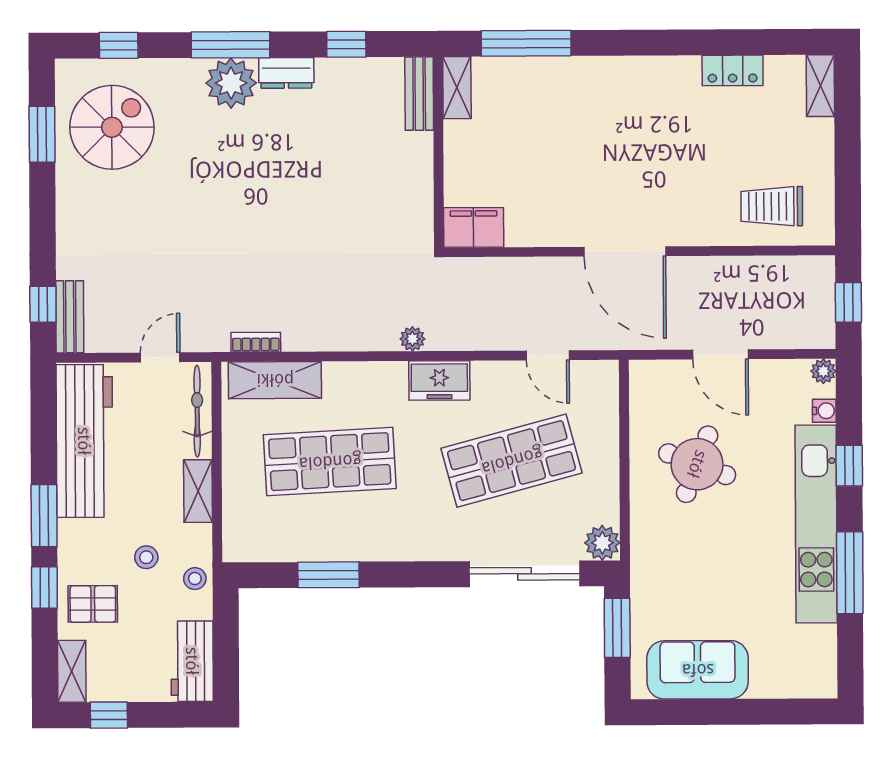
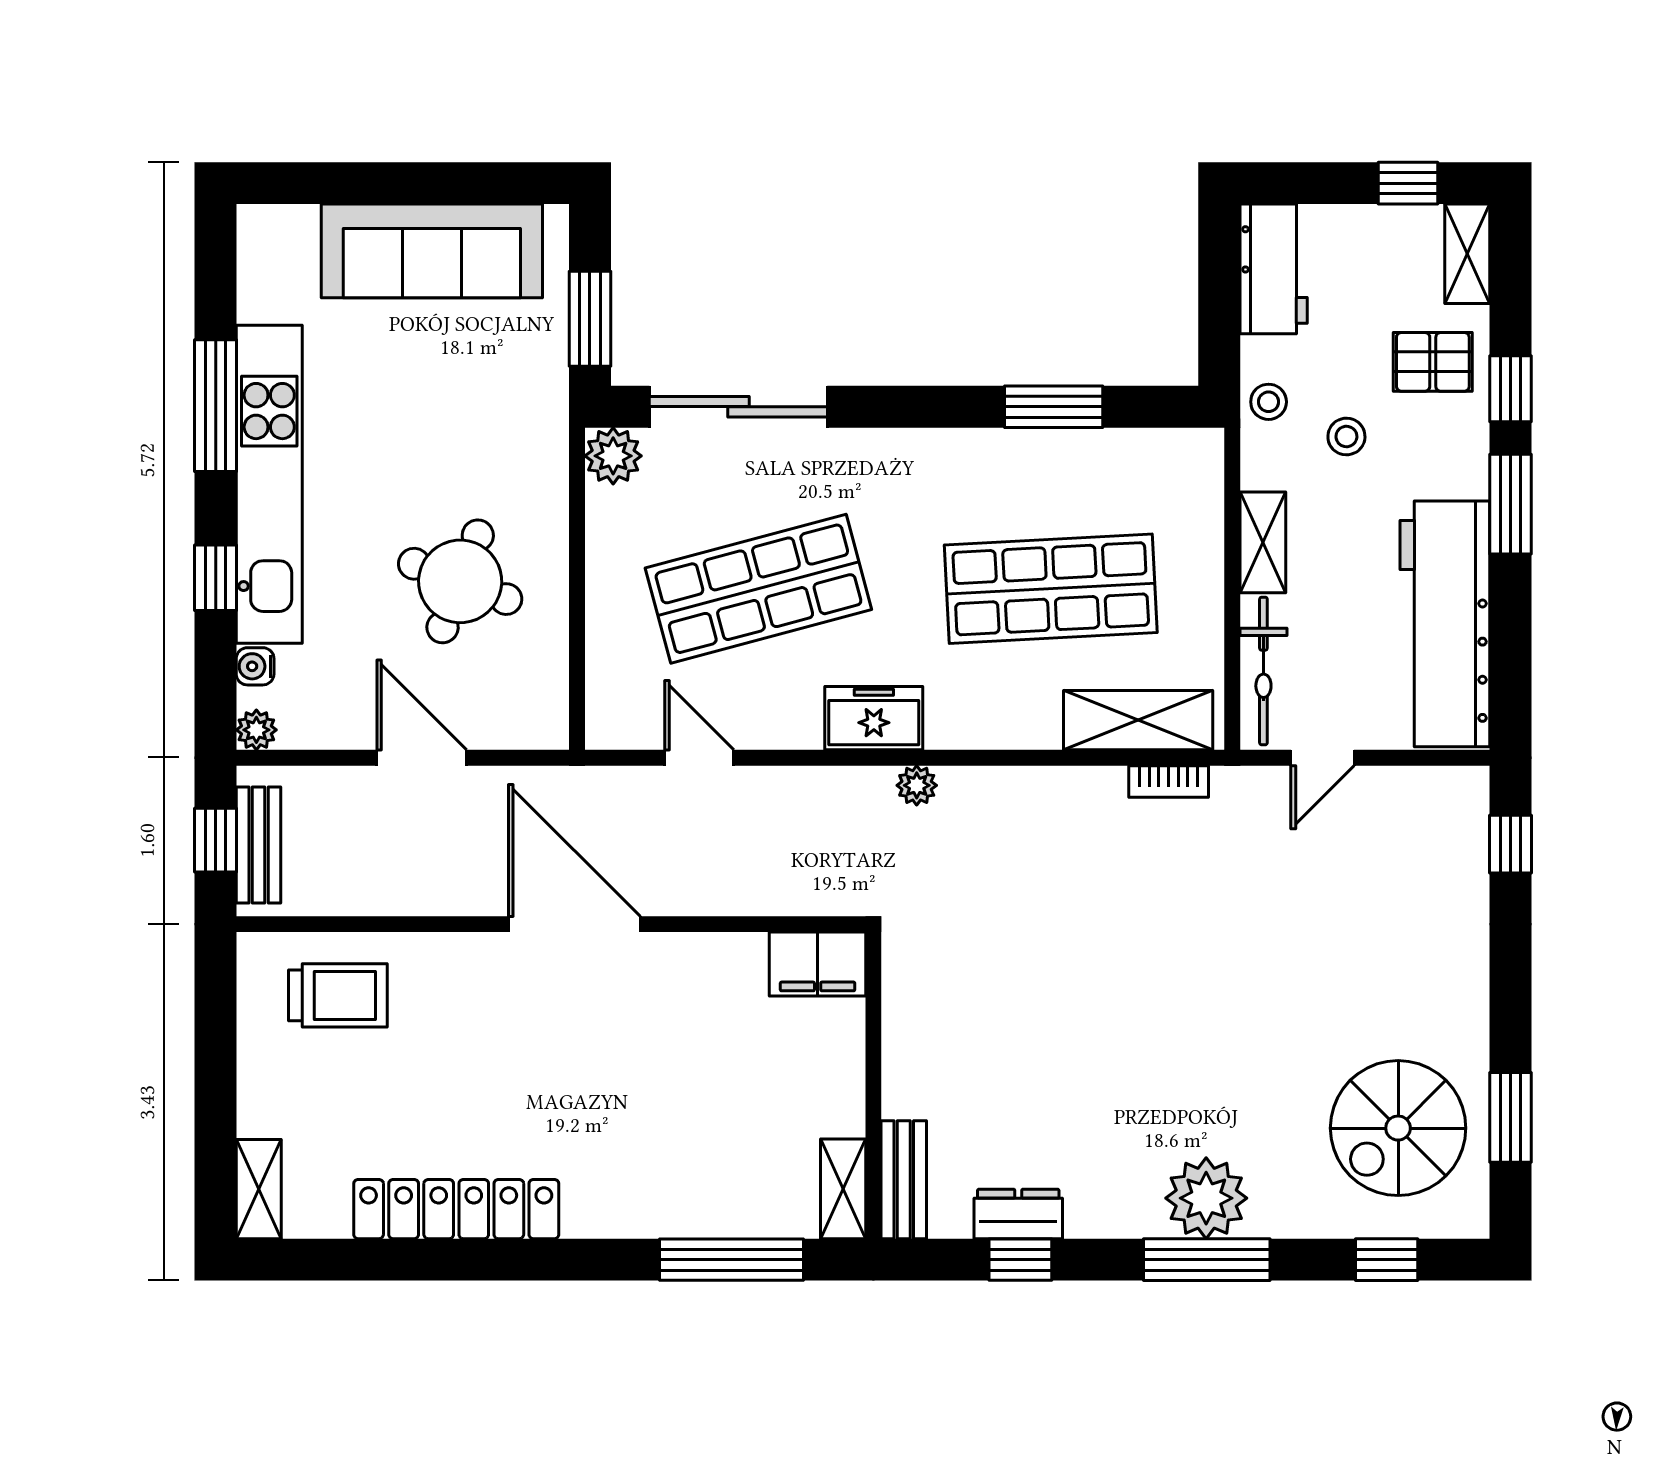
locker: (733, 70) -> (456, 1209), width x2.16, depth x1.21
dresser: (286, 73) -> (1018, 1214), moved
bench: (70, 317) -> (259, 845), moved
sofa: (698, 670) -> (432, 251), width x1.36

